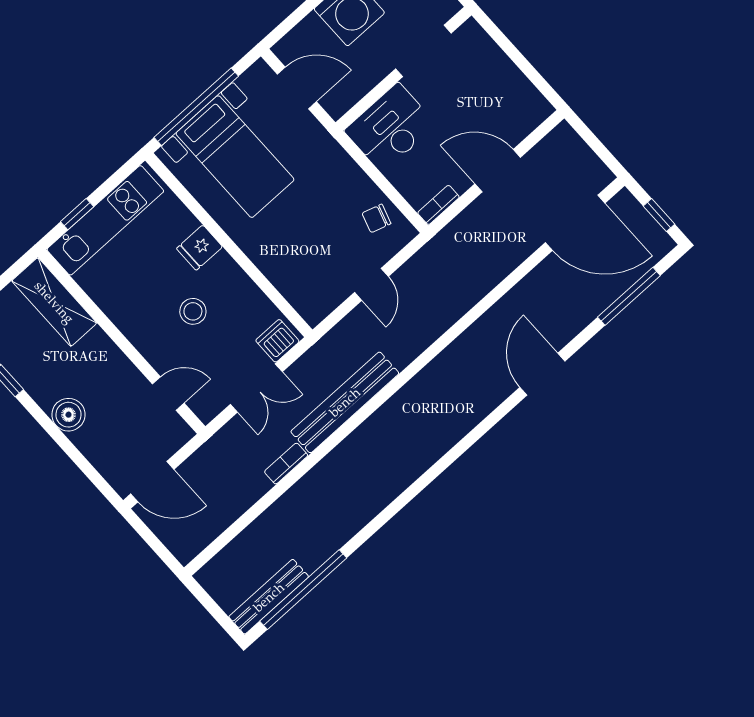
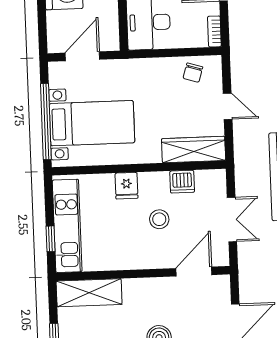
wardrobe: (296, 286) -> (194, 150), added
dishwasher: (277, 341) -> (182, 182), moved, turned -90
door: (168, 394) -> (194, 272), width x1.38

